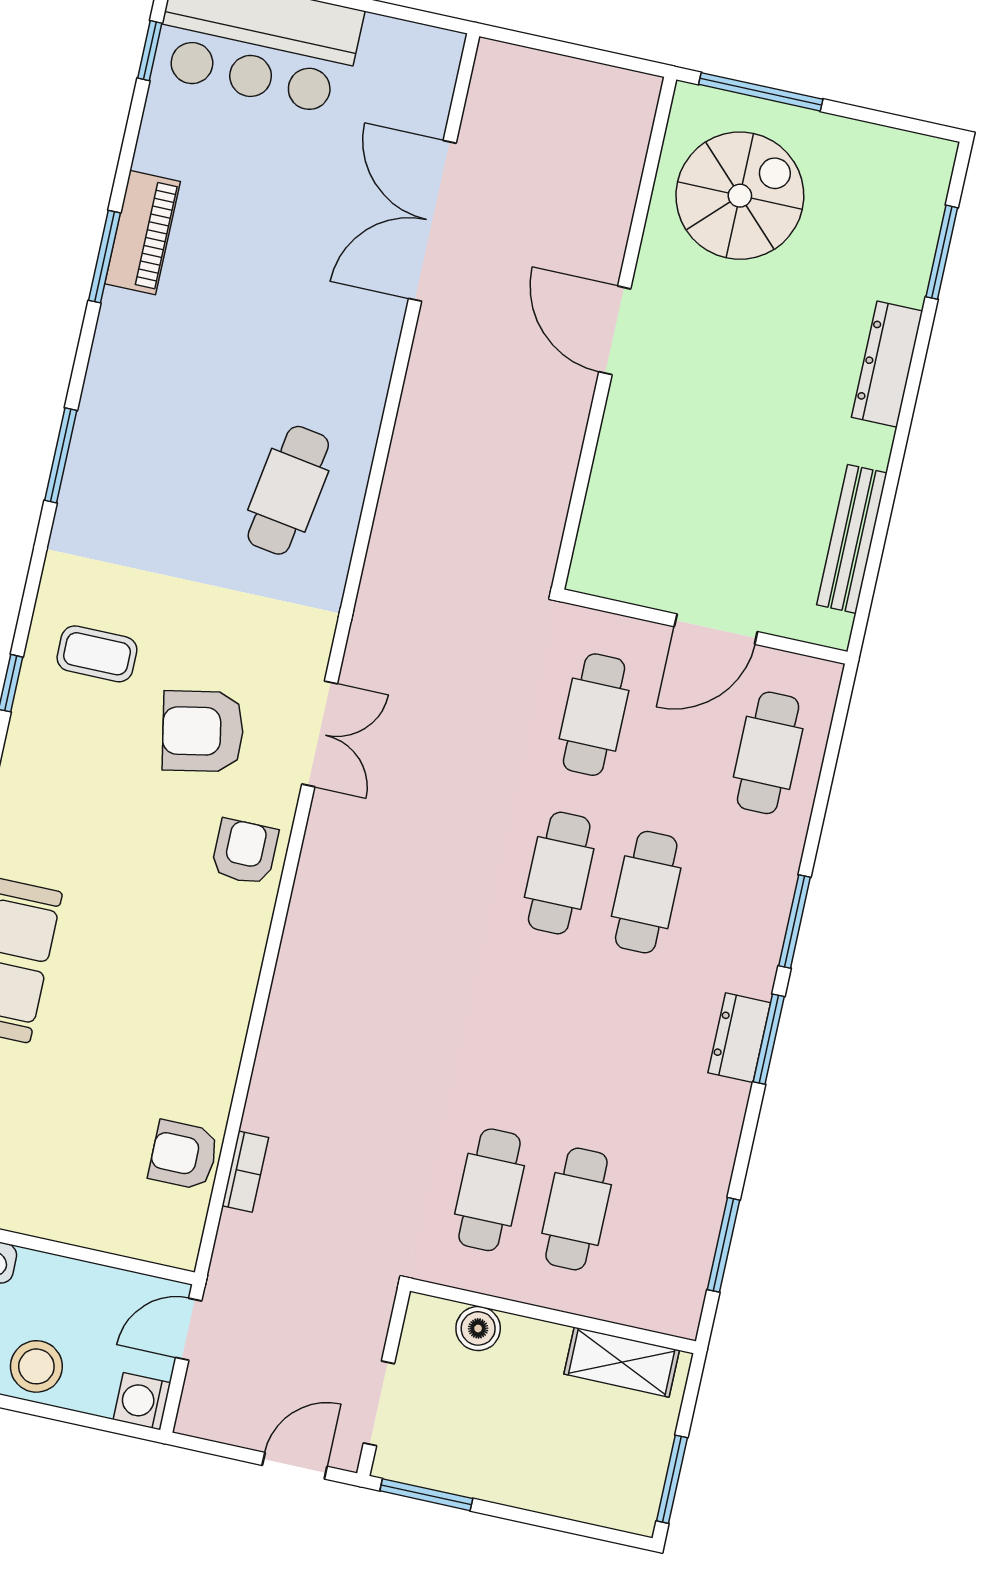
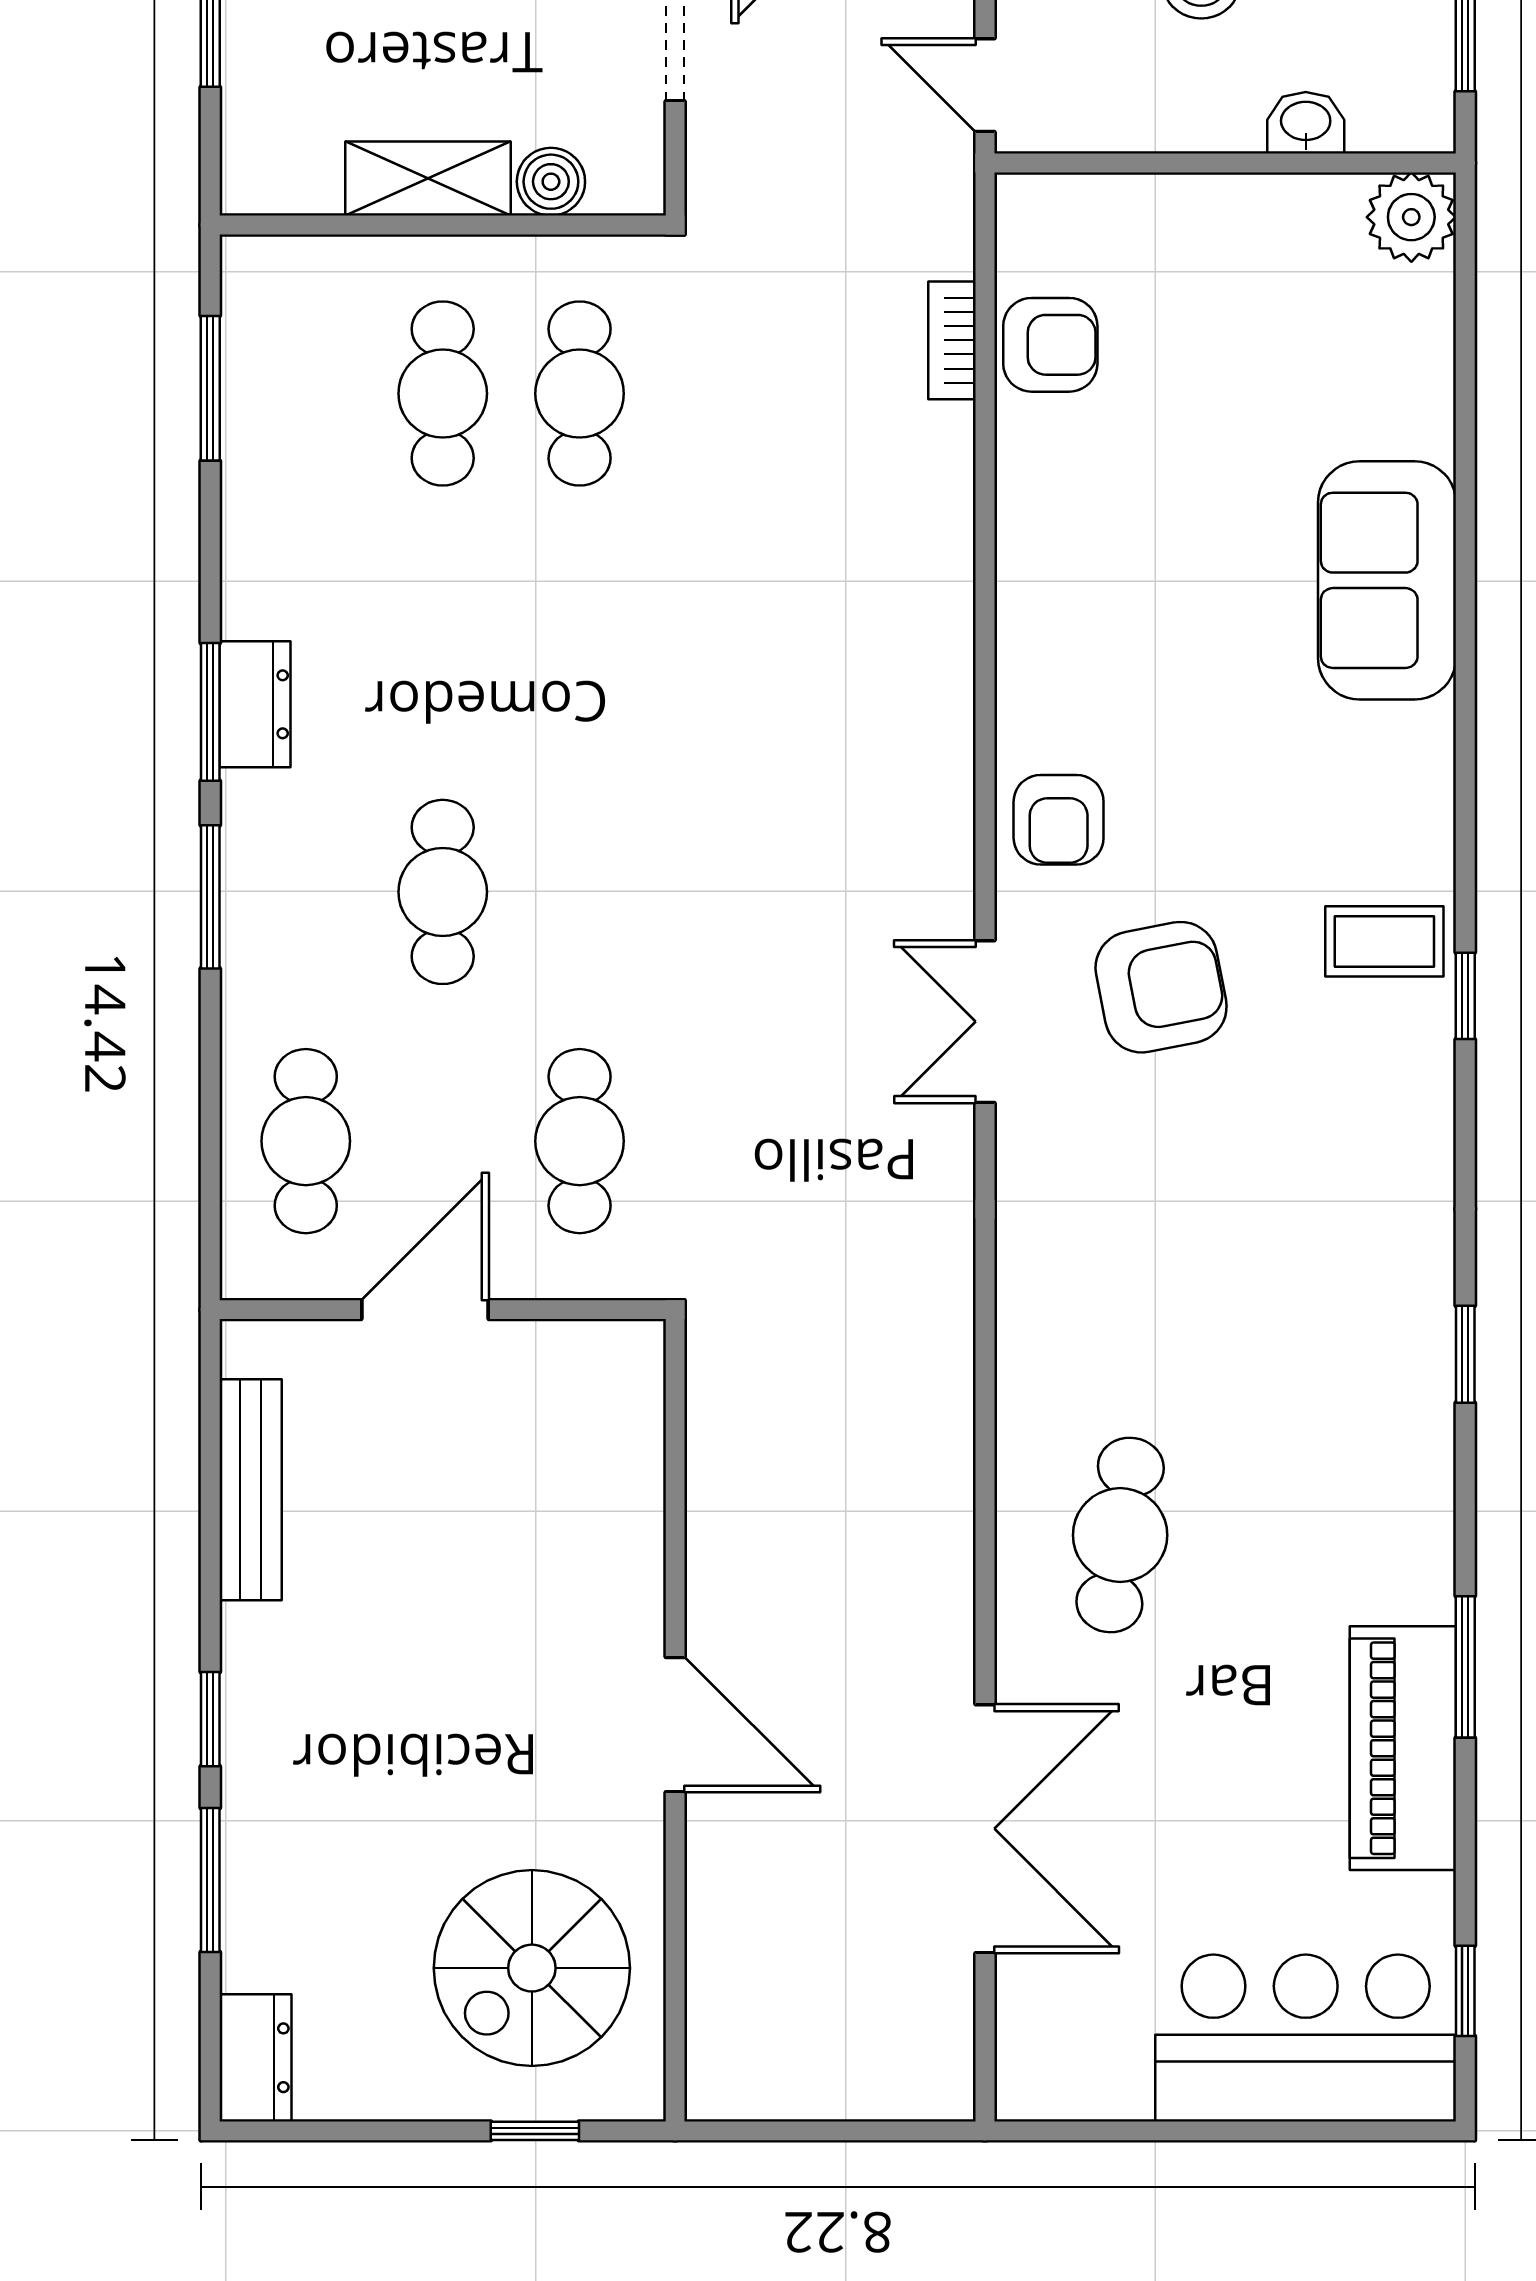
window: (761, 92) -> (535, 2131), width x0.46
piano: (143, 233) -> (1403, 1748), width x1.37, depth x1.33
window: (942, 252) -> (210, 1880), moved
dresser: (887, 364) -> (255, 2058), moved, width x0.70
window: (910, 399) -> (210, 1719), added
window: (61, 455) -> (1465, 1354), width x0.67
cafe table: (288, 490) -> (1120, 1535), moved
coffee table: (97, 654) -> (1384, 941), moved
cafe table: (559, 873) -> (580, 892), removed
door: (189, 1329) -> (985, 85), swing flipped
shelving: (622, 1362) -> (428, 179), moved

